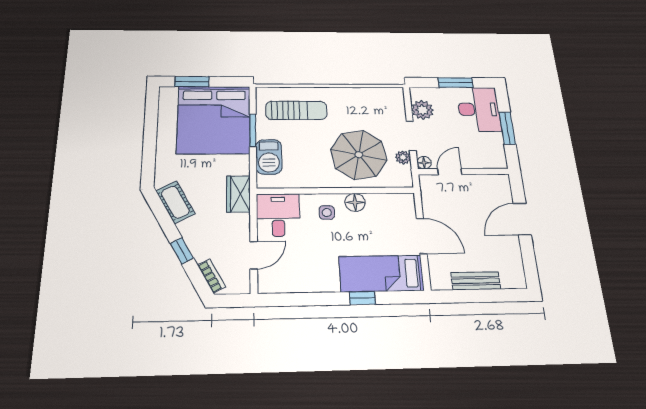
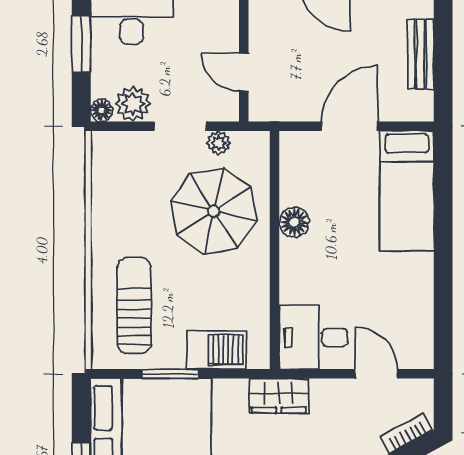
floor lamp: (424, 163) -> (102, 111), moved
side table: (327, 213) -> (310, 265), removed
window: (362, 298) -> (443, 221), removed

